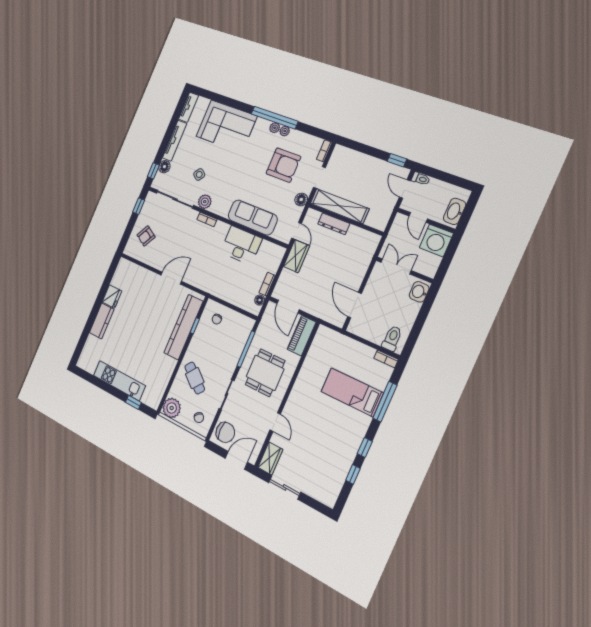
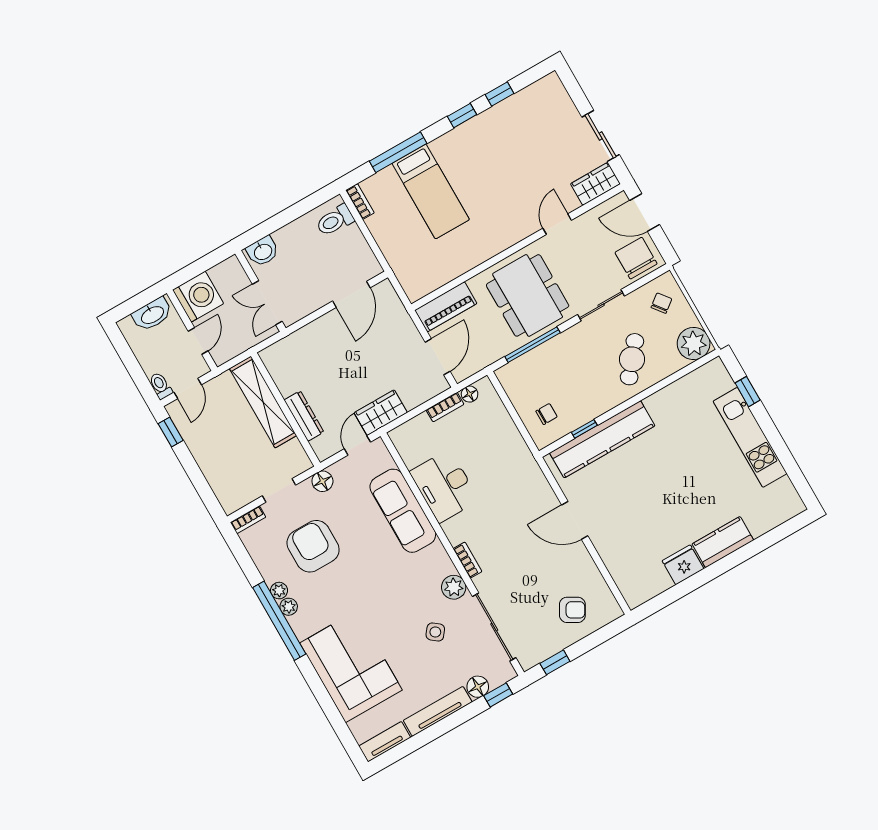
shelving: (339, 206) -> (263, 402), moved
dining table: (265, 373) -> (528, 295), width x1.38

